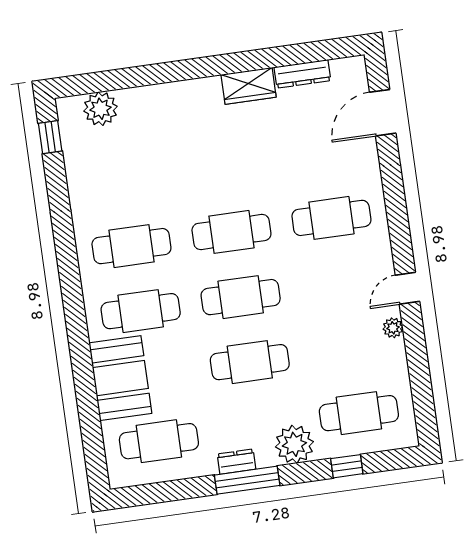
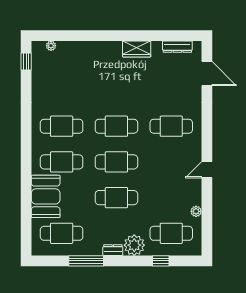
dresser: (302, 74) -> (177, 47), moved
plant: (100, 109) -> (51, 46), width x0.53, depth x0.53
door: (383, 113) -> (207, 73), swing flipped
plant: (393, 328) -> (196, 211), moved
dresser: (237, 462) -> (113, 250), moved
window: (247, 480) -> (86, 261), moved

